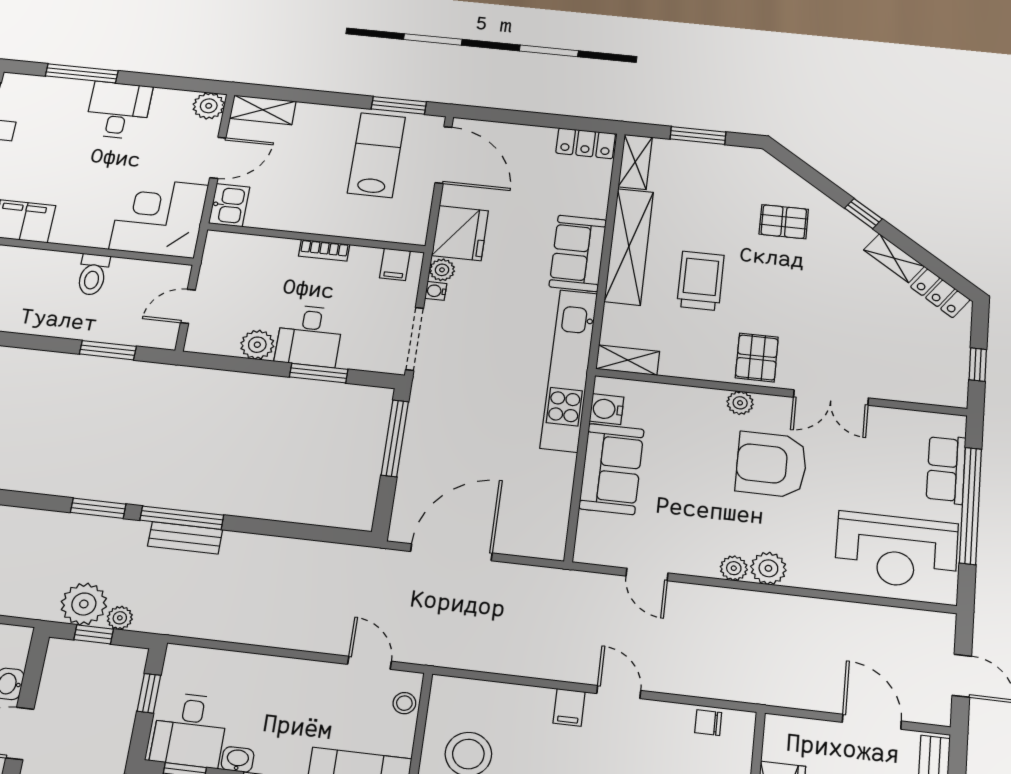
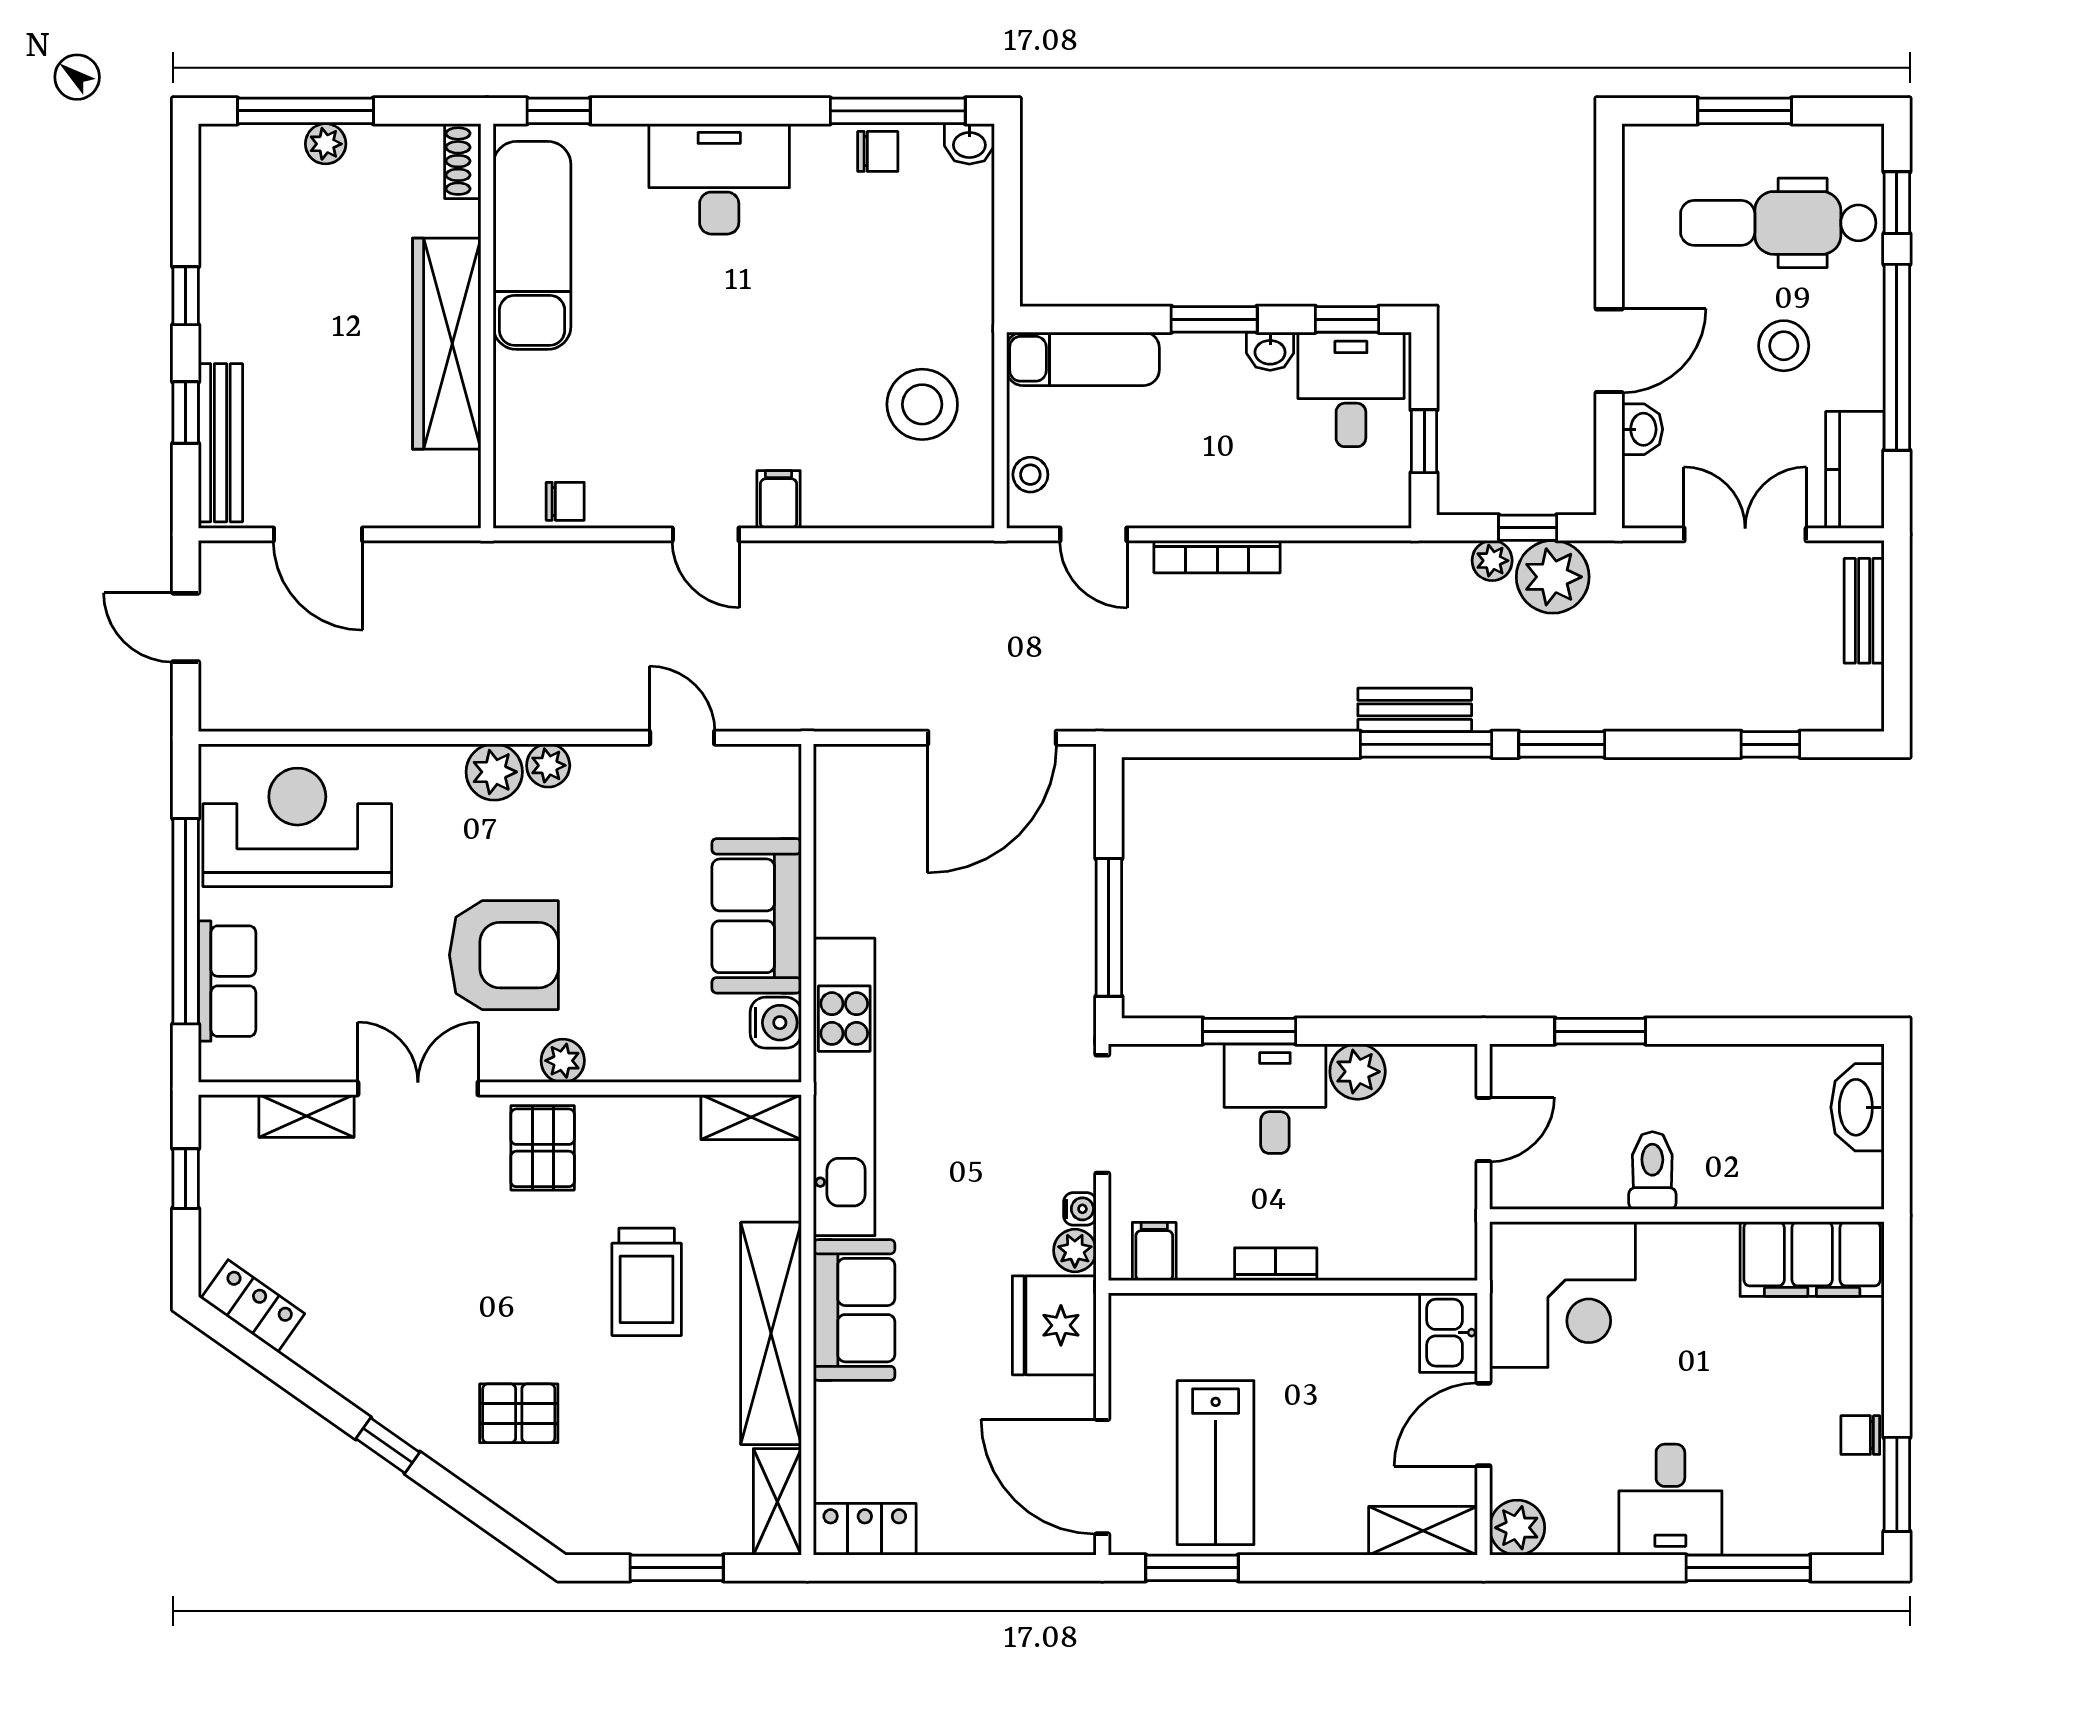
shelving: (894, 258) -> (307, 1116), moved, turned -35
bookcase: (293, 640) -> (1217, 557), added

